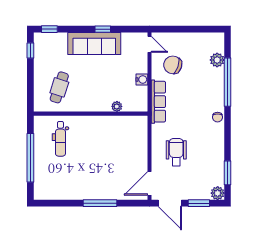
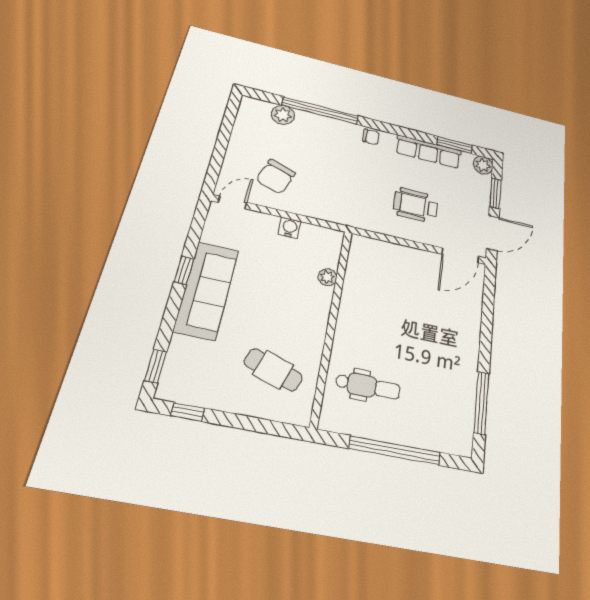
row of seats: (158, 102) -> (428, 152), moved, turned 180
door: (149, 183) -> (460, 255), hinge flipped
window: (100, 203) -> (481, 403), moved

